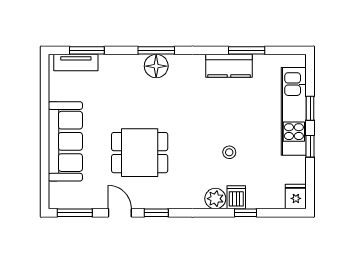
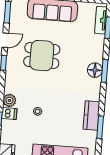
dining table: (140, 153) -> (42, 56), turned 90

